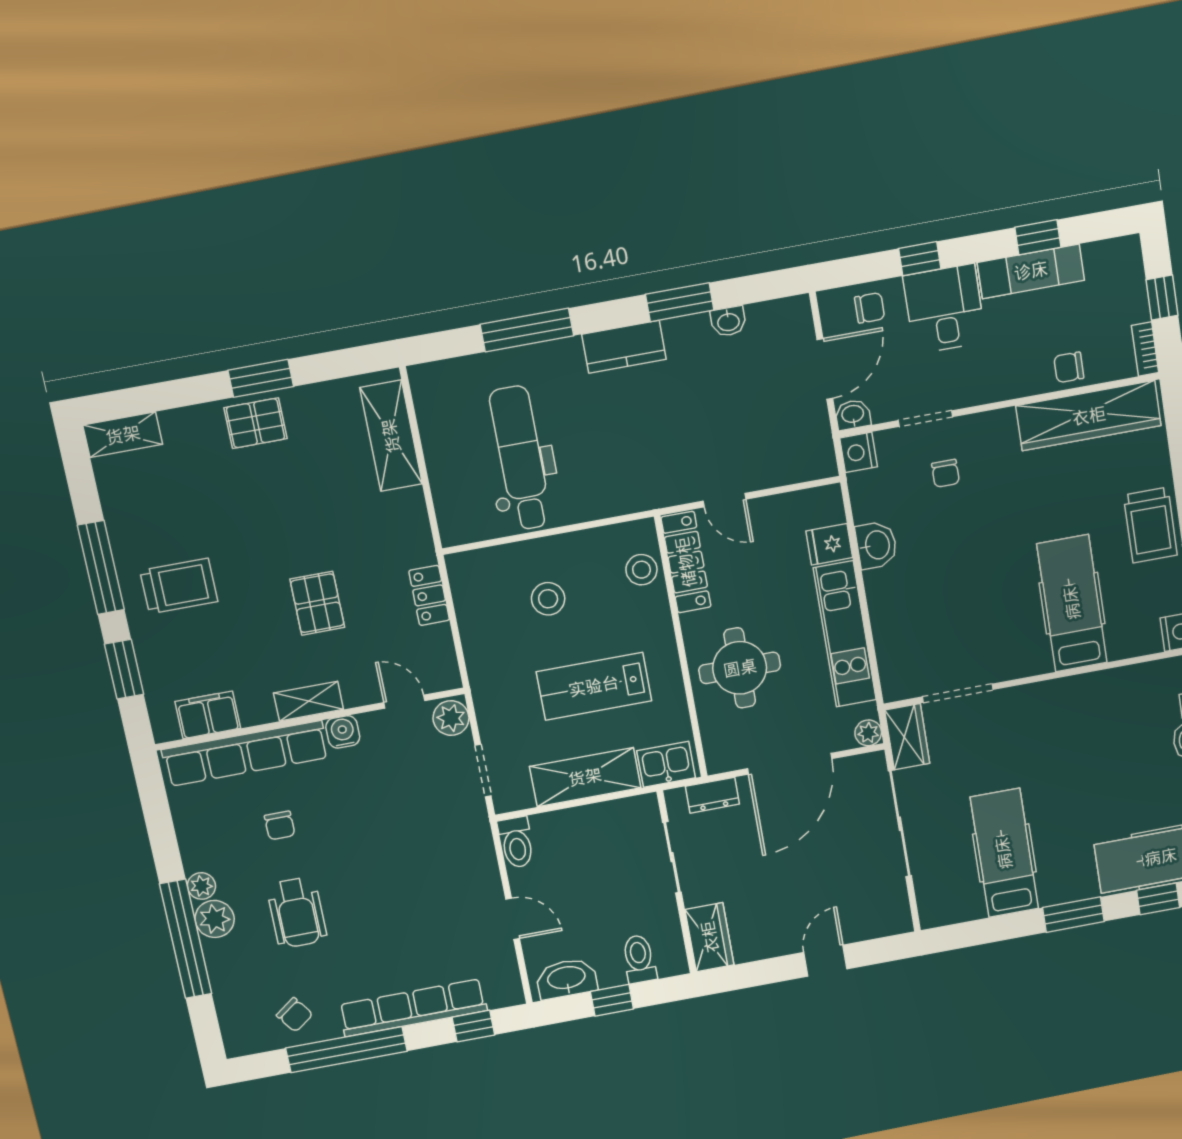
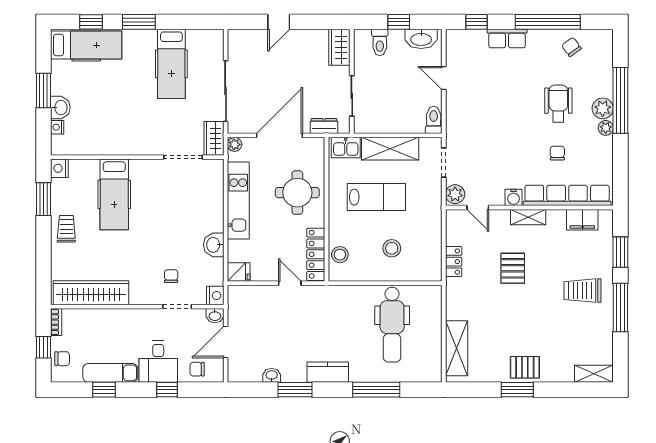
chair: (1069, 367) -> (62, 359), moved
trolley: (1150, 525) -> (66, 229), width x0.73, depth x0.72
fridge: (829, 544) -> (239, 272), moved
row of seats: (413, 1008) -> (507, 38), width x0.50

